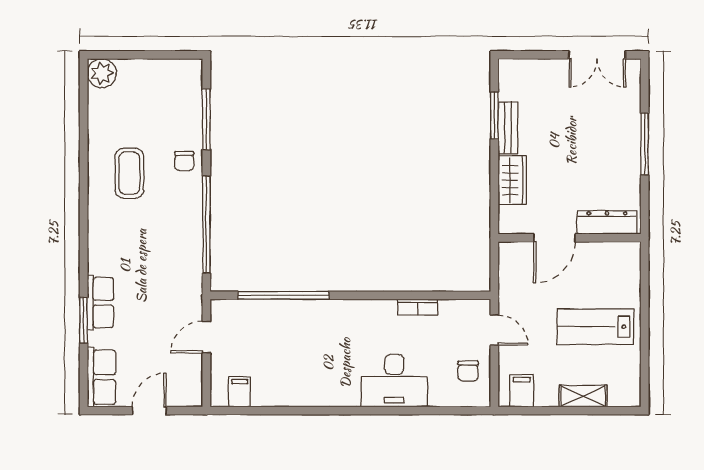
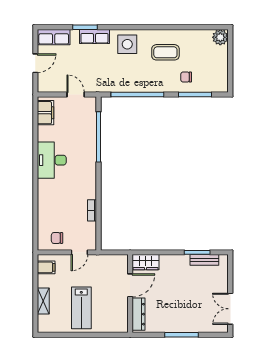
bench: (508, 128) -> (204, 260), moved
chair: (184, 161) -> (186, 77), moved
wardrobe: (512, 180) -> (146, 262), moved
door: (555, 238) -> (130, 285), swing flipped
side table: (115, 243) -> (127, 44), added
lab bench: (595, 327) -> (81, 308), turned 180
desk: (394, 381) -> (52, 160), moved
filing cabinet: (240, 392) -> (46, 113), width x2.00
door: (149, 411) -> (35, 63), hinge flipped

